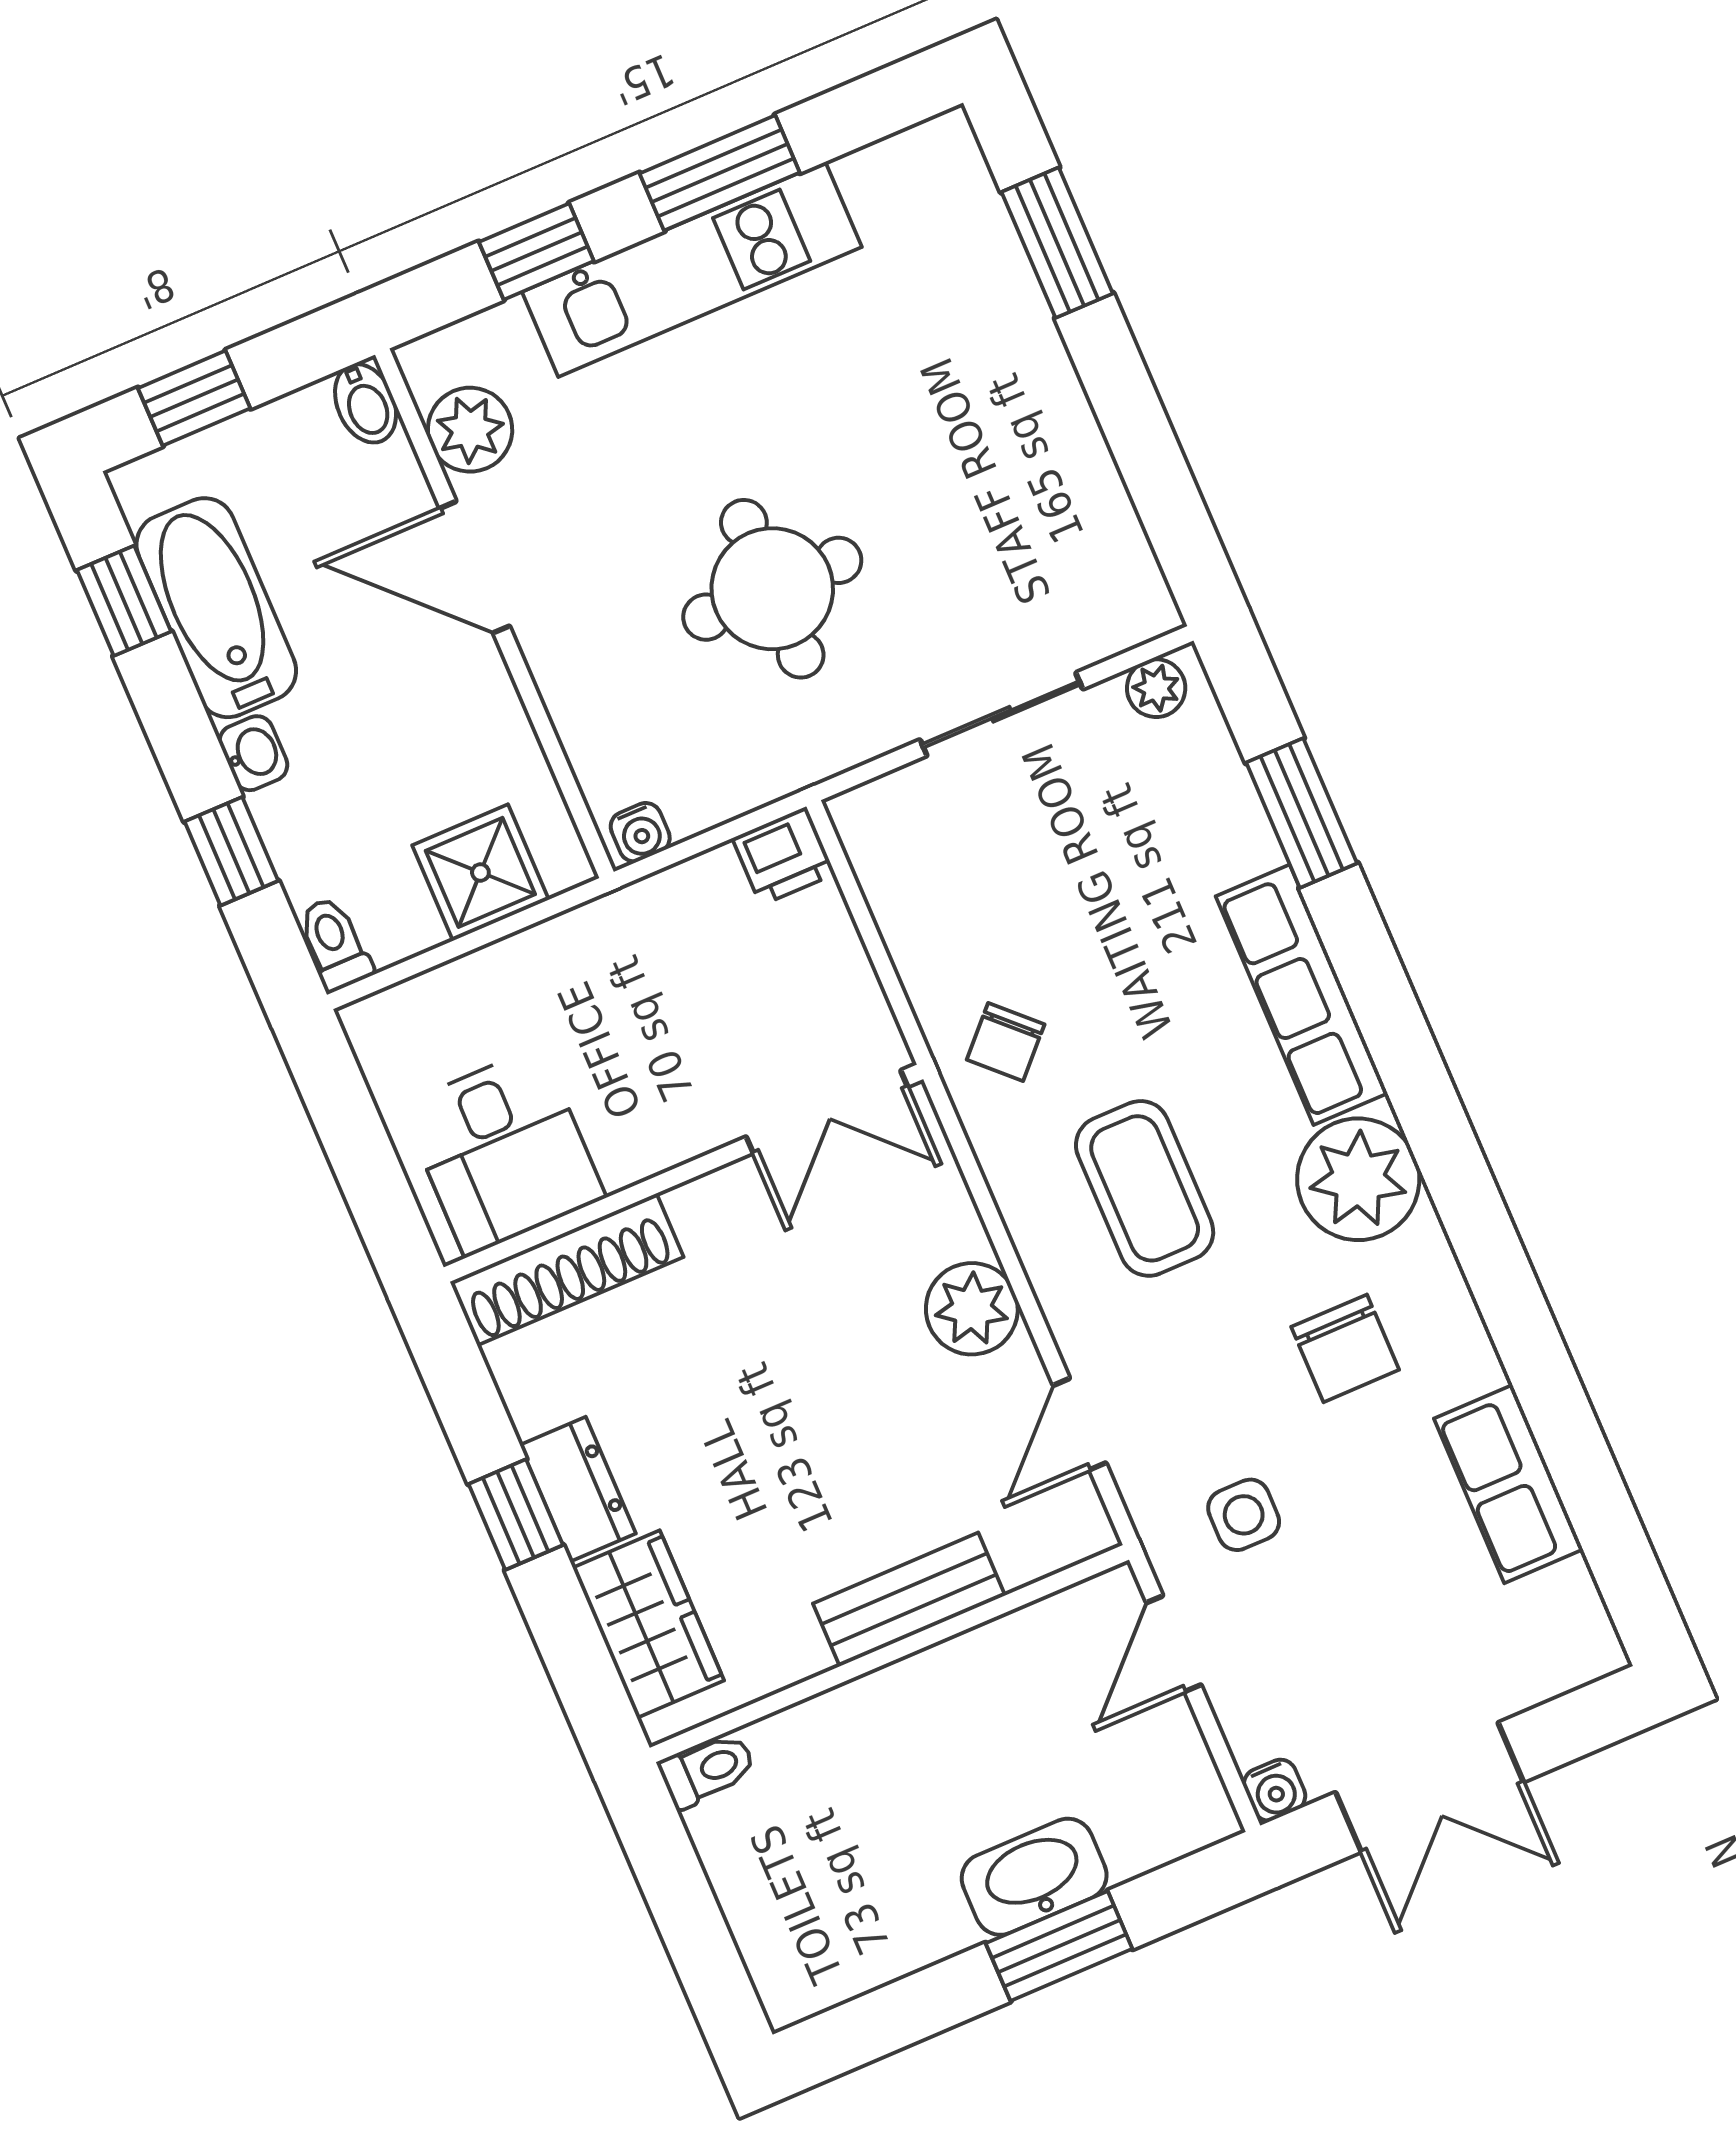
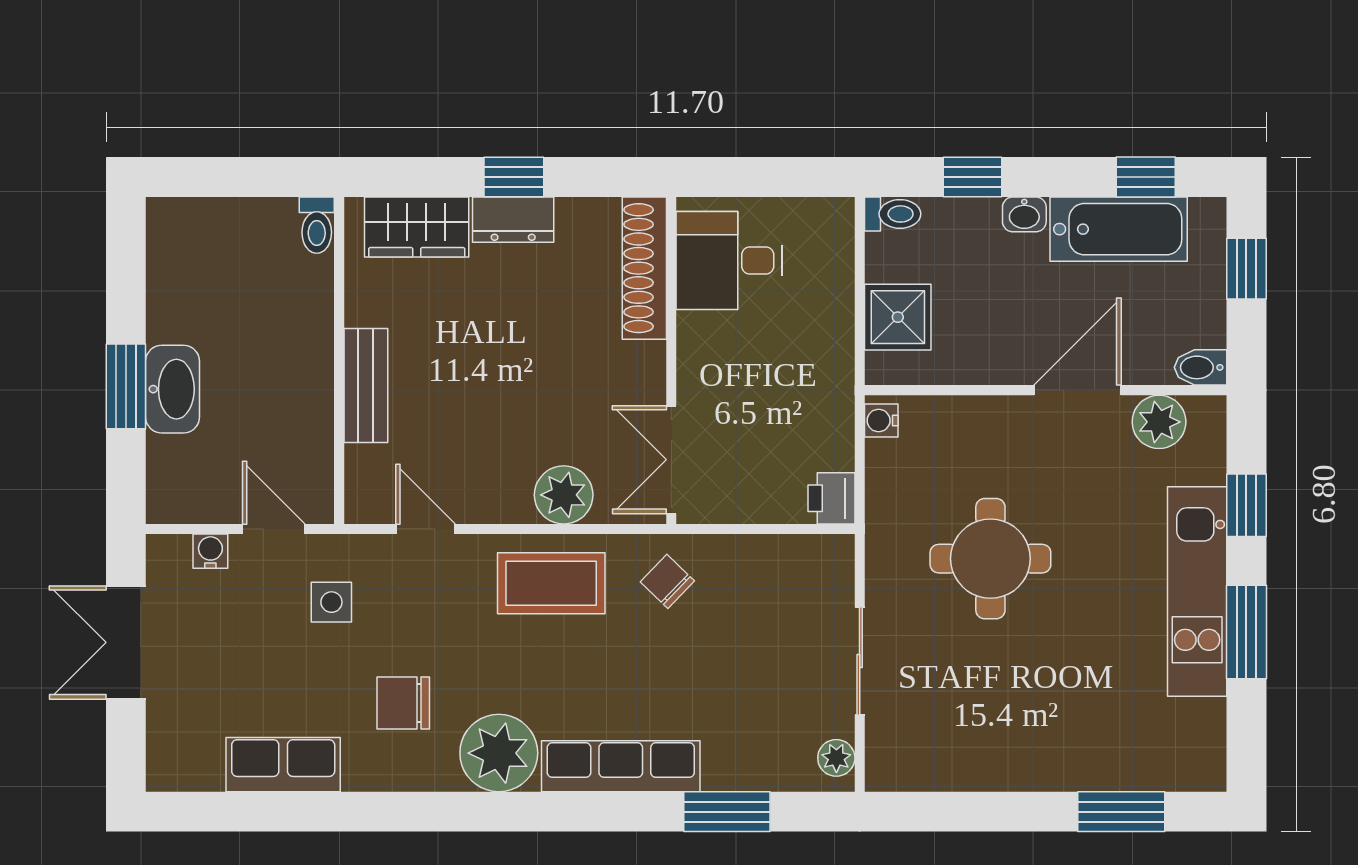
coffee table: (1145, 1188) -> (551, 583), moved
plant: (972, 1309) -> (564, 495), moved
water cooler: (1275, 1790) -> (210, 551), moved, turned 90

